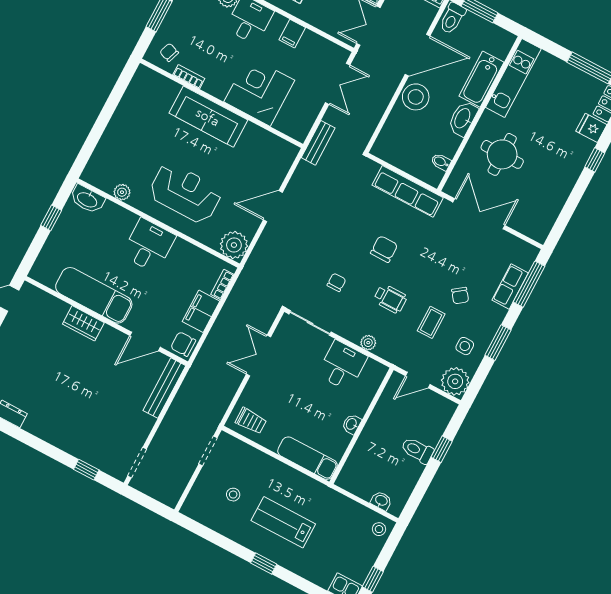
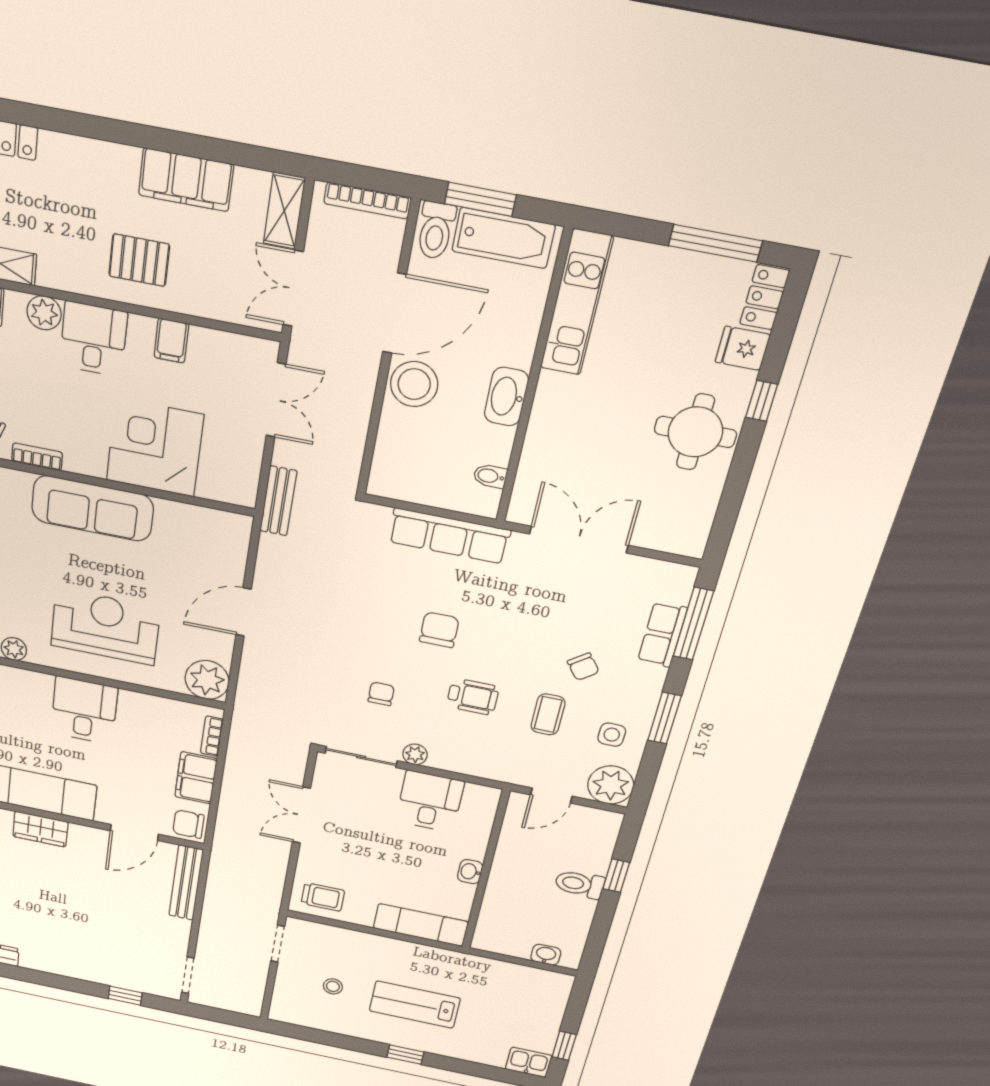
bathtub: (481, 79) -> (503, 238), moved, turned -90
round table: (502, 154) -> (695, 432), moved
plant: (368, 343) -> (415, 754), moved
stool: (379, 529) -> (554, 988), removed

